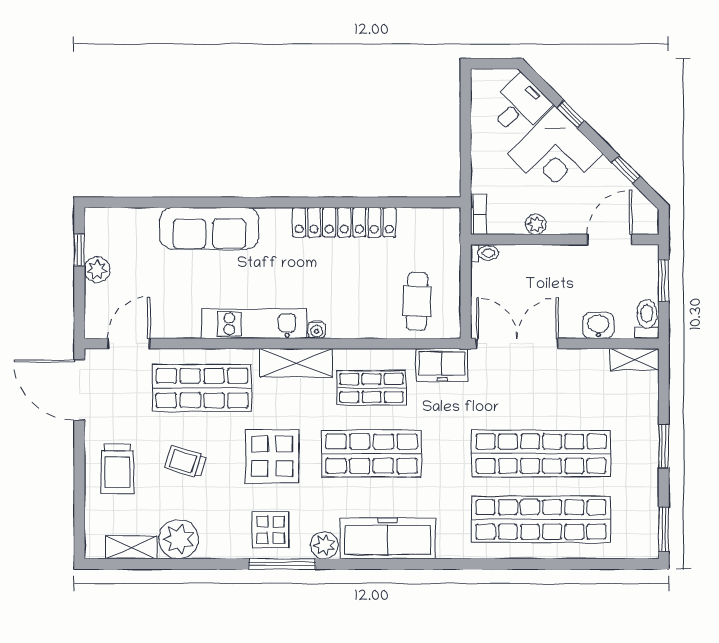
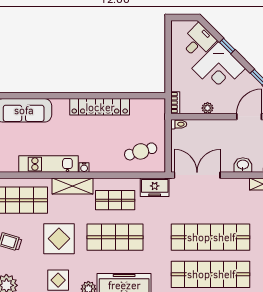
cafe table: (417, 301) -> (141, 151), turned 72

